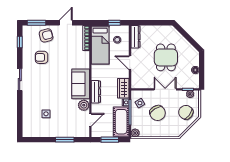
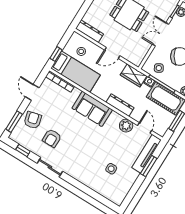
window: (114, 23) -> (56, 54), moved
sliding door: (20, 80) -> (50, 167), moved
sofa: (81, 84) -> (92, 109), moved
tv unit: (73, 133) -> (146, 154), added

